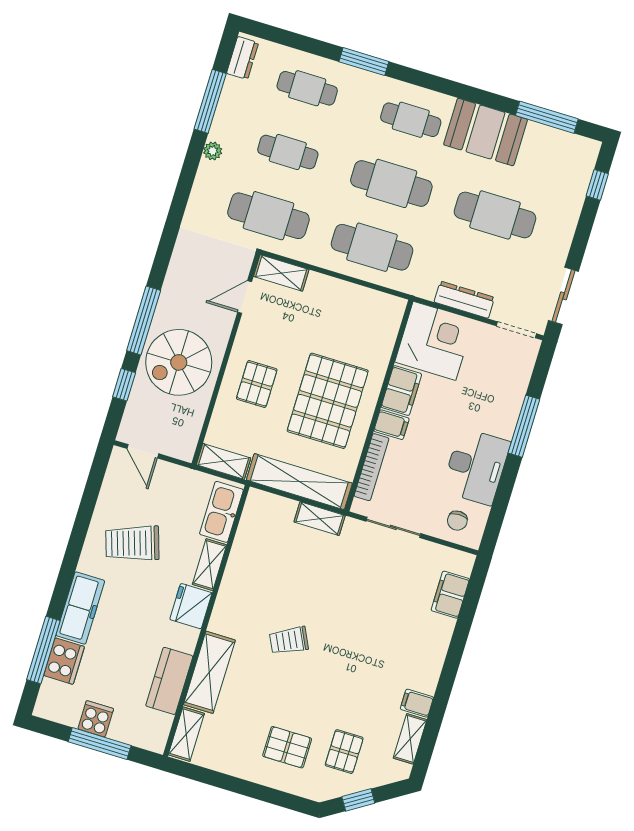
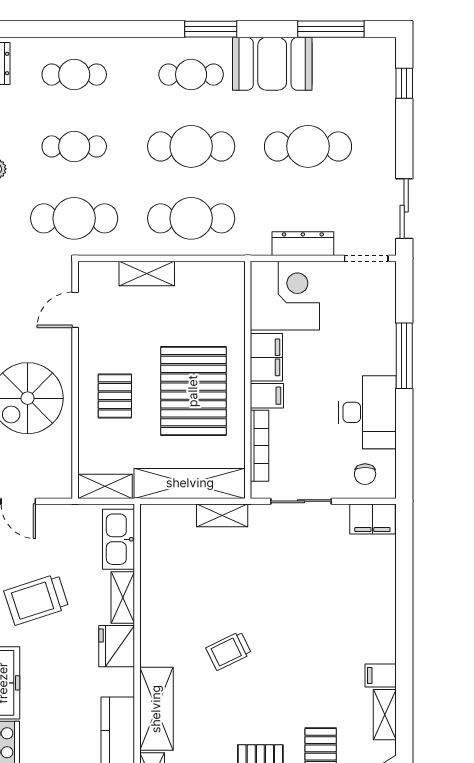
window: (364, 62) -> (211, 29), moved
shelving: (281, 273) -> (147, 274), moved
filing cabinet: (450, 595) -> (372, 519), moved, turned -90

